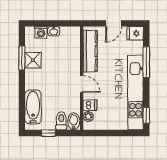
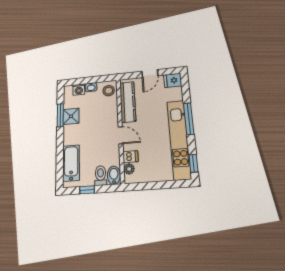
stool: (72, 37) -> (109, 91), added
window: (146, 62) -> (189, 119), moved

